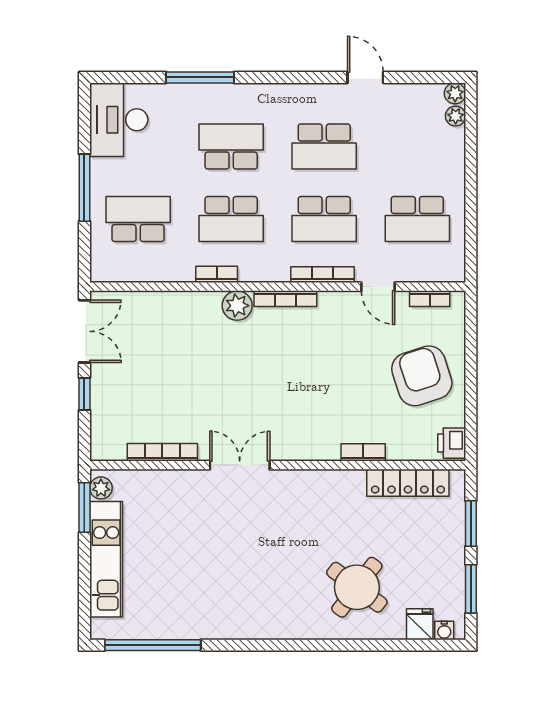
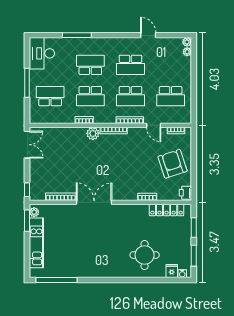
window: (84, 394) -> (27, 190), moved
double door: (240, 465) -> (94, 202), width x1.37
round table: (357, 587) -> (145, 255), turned -37

